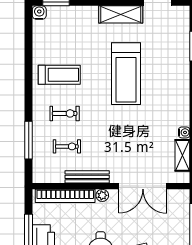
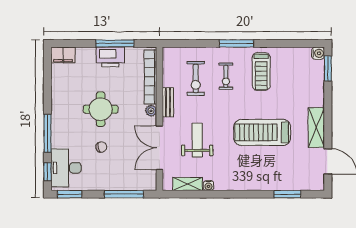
window: (29, 140) -> (236, 43), moved
weight bench: (134, 145) -> (197, 140), added
exercise bike: (67, 146) -> (196, 78), width x1.38, depth x1.39
bench: (87, 177) -> (168, 102), width x0.73

